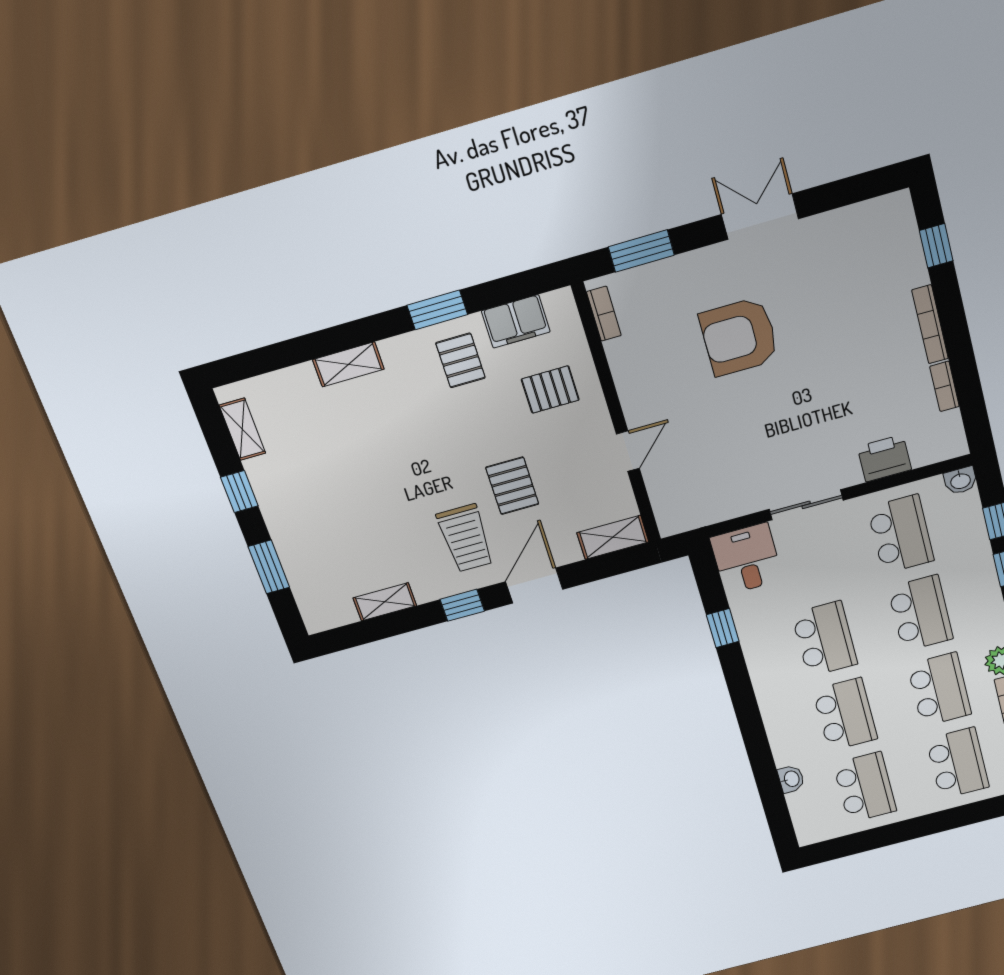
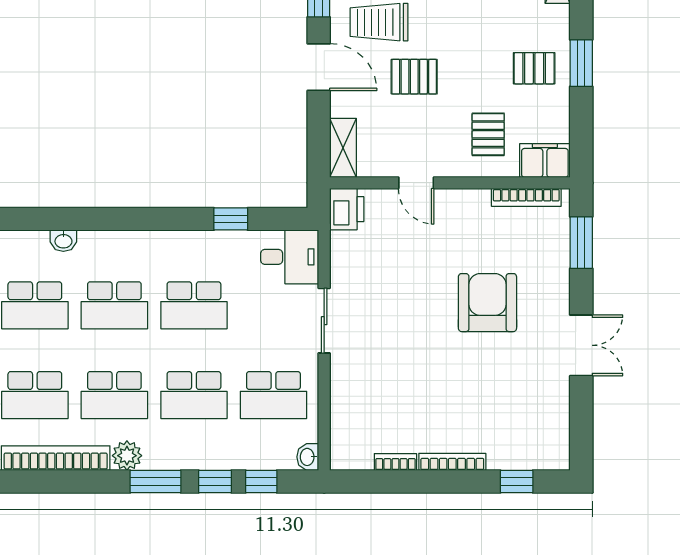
bookcase: (604, 314) -> (526, 197), width x1.56
filing cabinet: (516, 321) -> (545, 161), moved, turned 90
printer: (884, 458) -> (347, 209), moved

